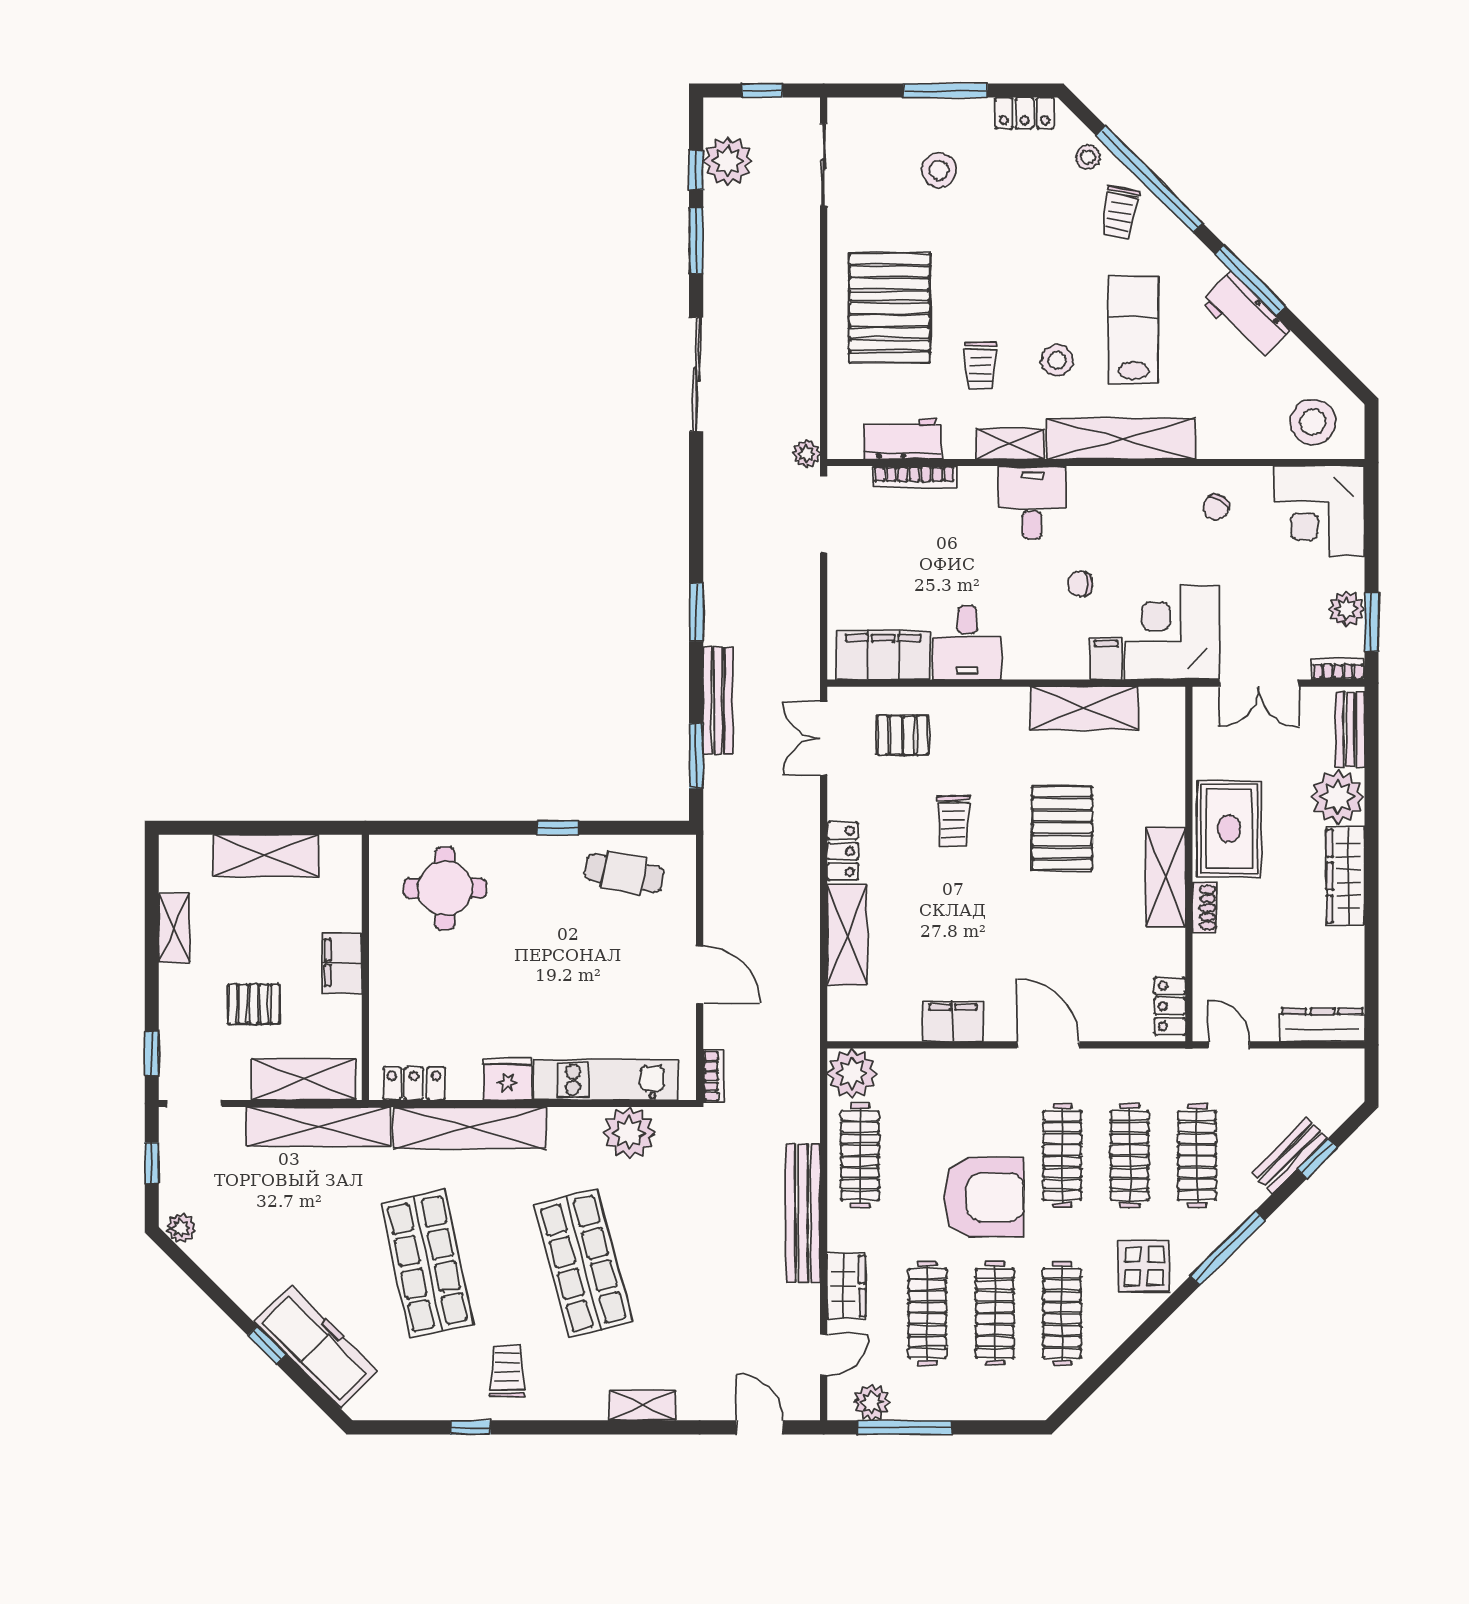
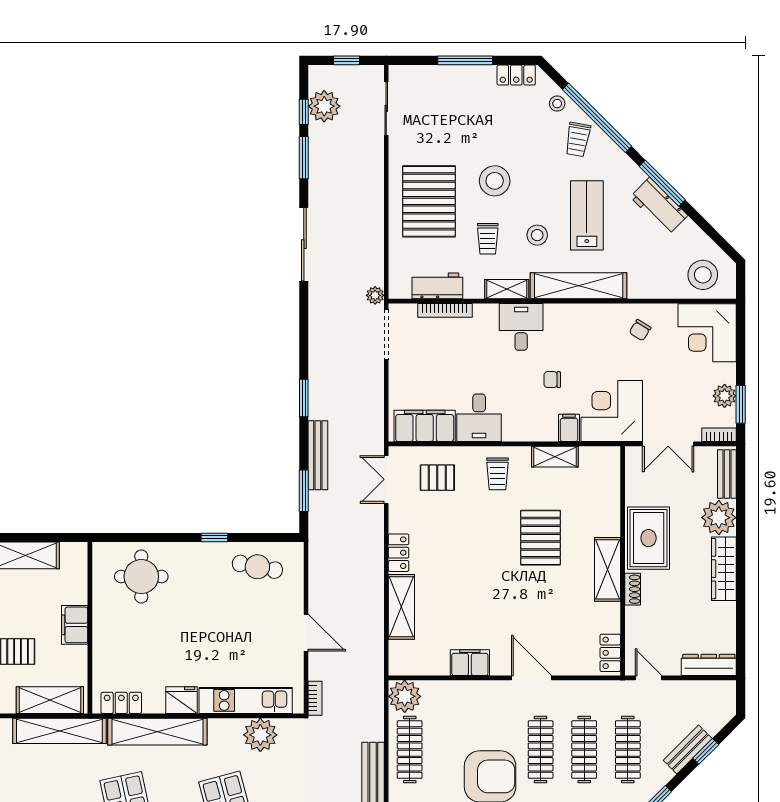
stool: (939, 170) -> (495, 181), moved, width x1.38, depth x1.38
shelving: (1084, 708) -> (555, 457), width x0.67, depth x0.75
trolley: (953, 821) -> (498, 474), moved

